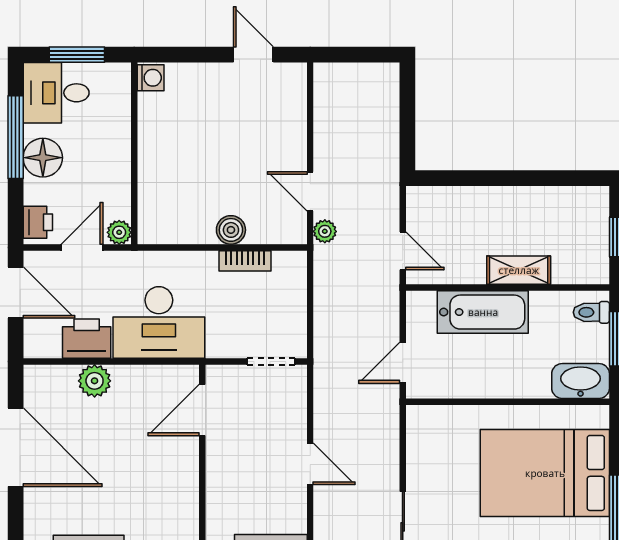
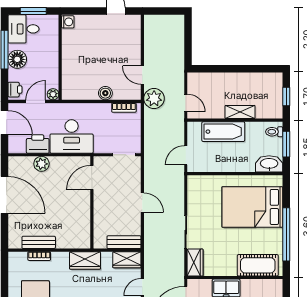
plant: (325, 231) -> (154, 99), width x1.87, depth x1.87
bookcase: (245, 261) -> (124, 108), moved

